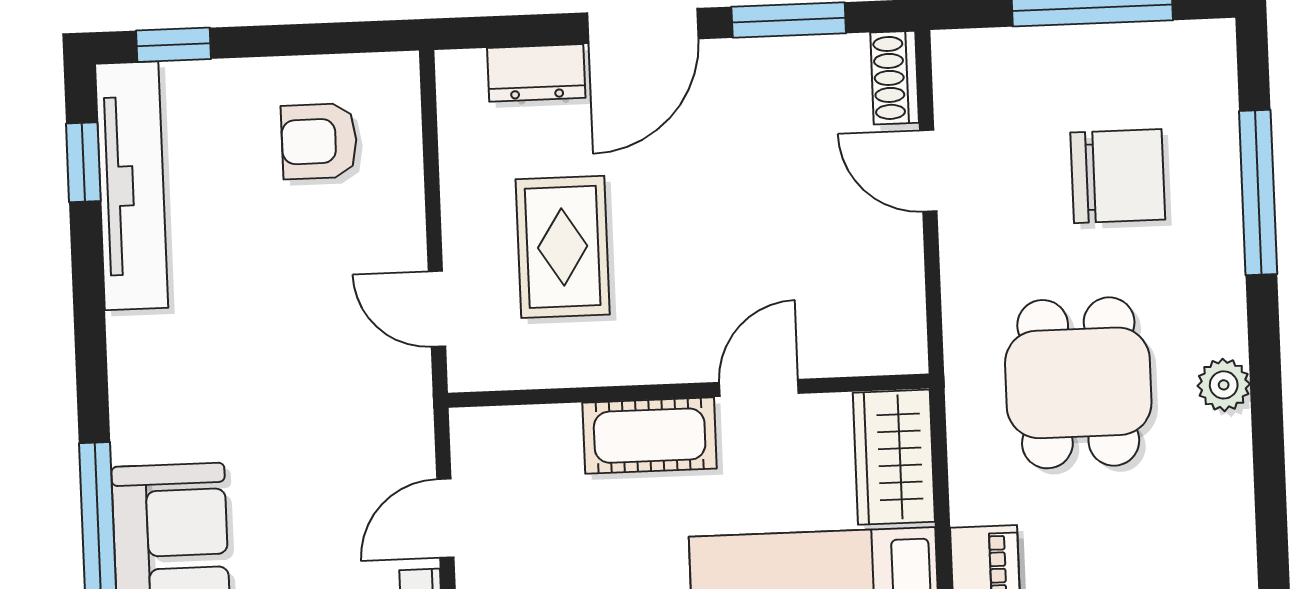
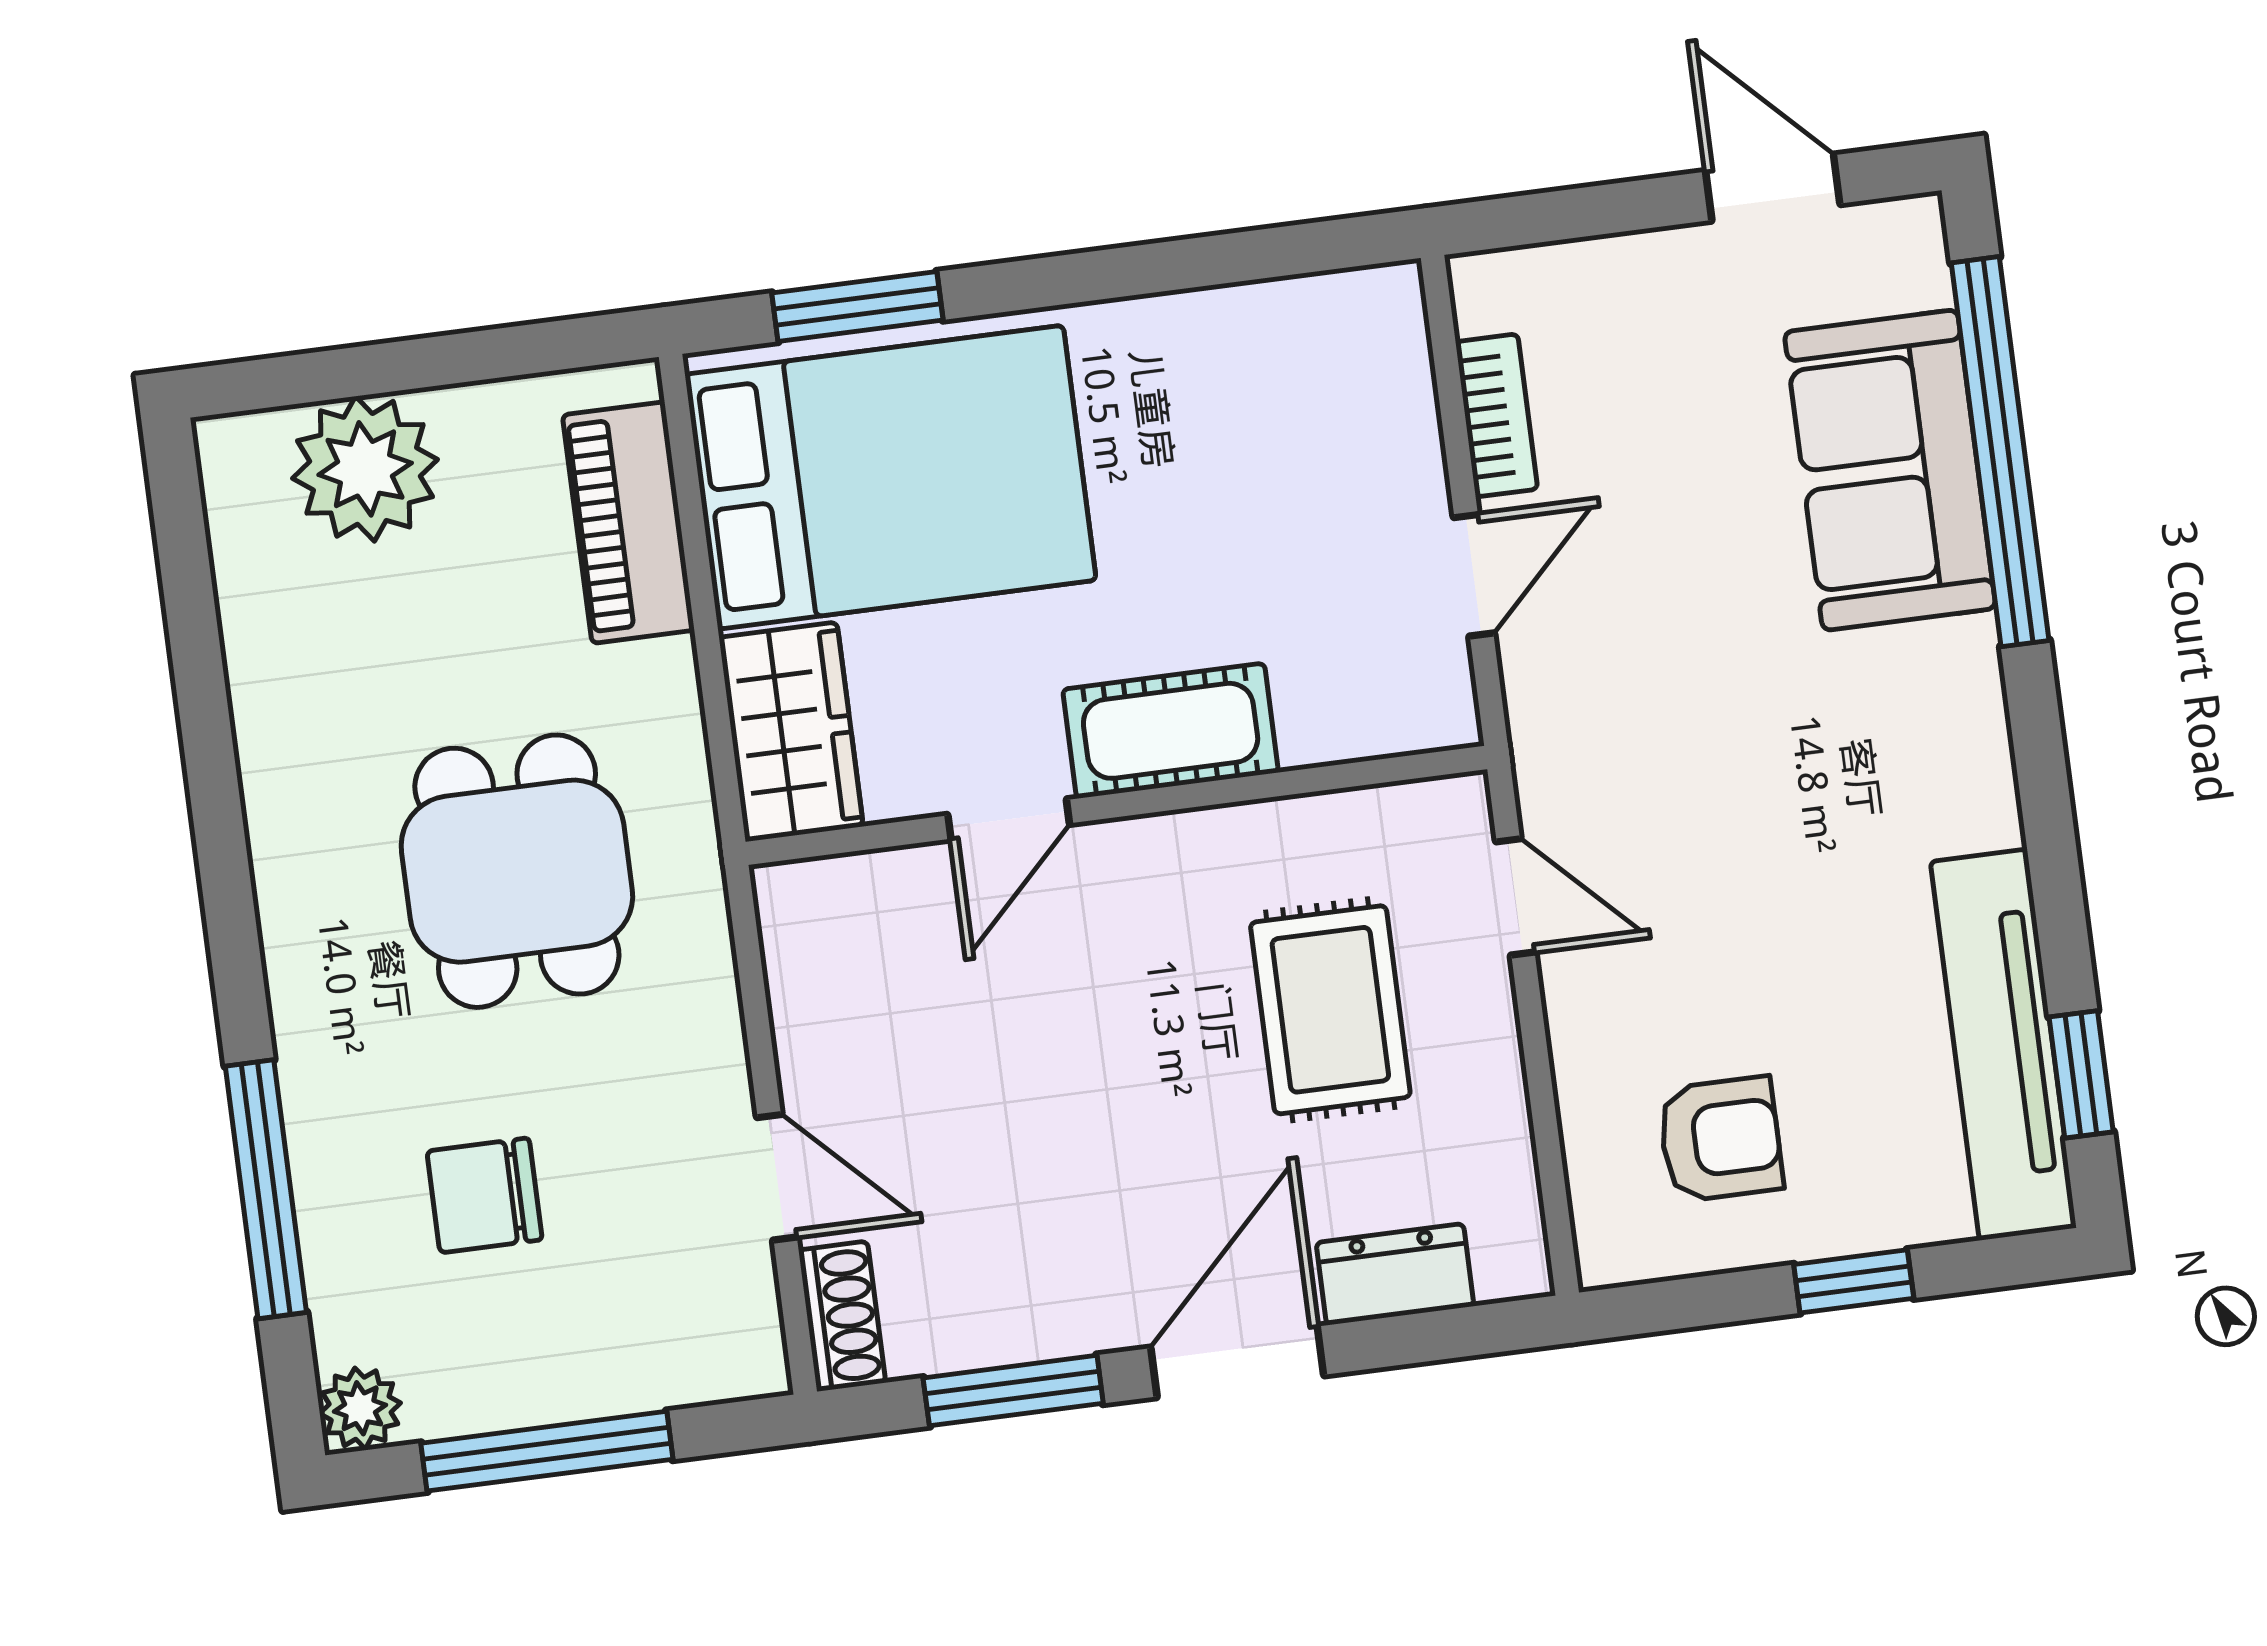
window: (173, 45) -> (1854, 1281), moved
chair: (1118, 176) -> (485, 1195), width x0.73, depth x0.73
plant: (1224, 385) -> (360, 1408), moved

